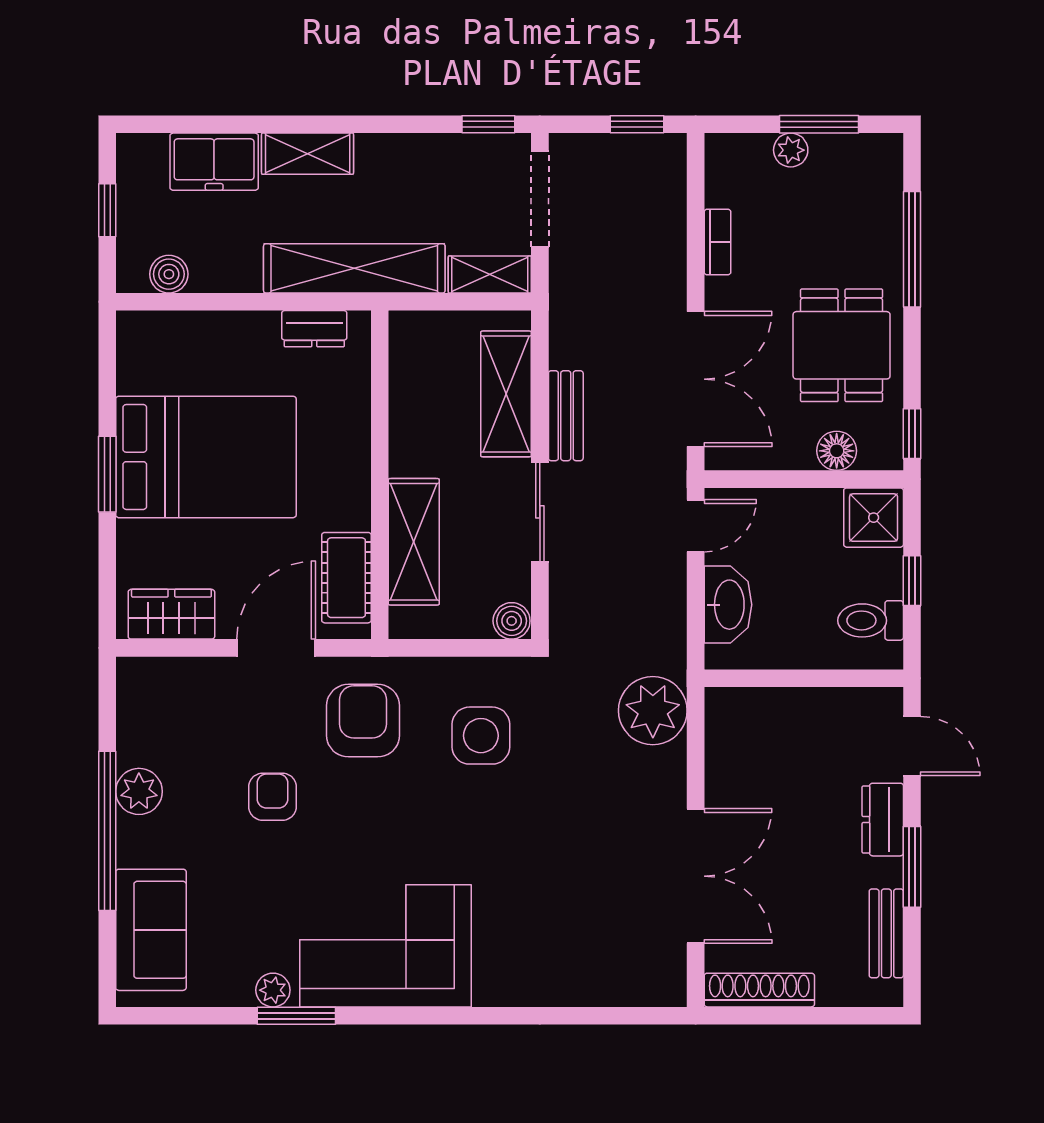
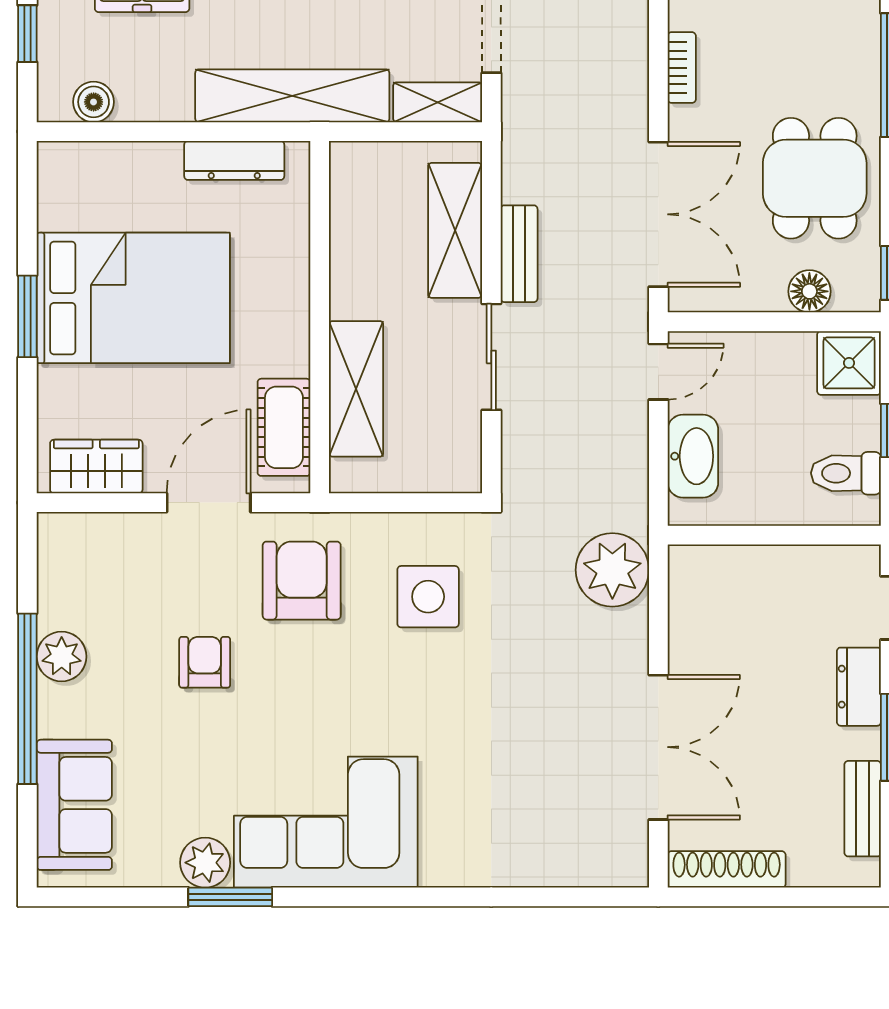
dresser: (314, 329) -> (234, 160), width x1.44
boiler: (512, 621) -> (461, 474), removed
plant: (273, 990) -> (205, 863), width x1.38, depth x1.38

